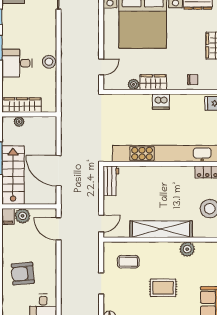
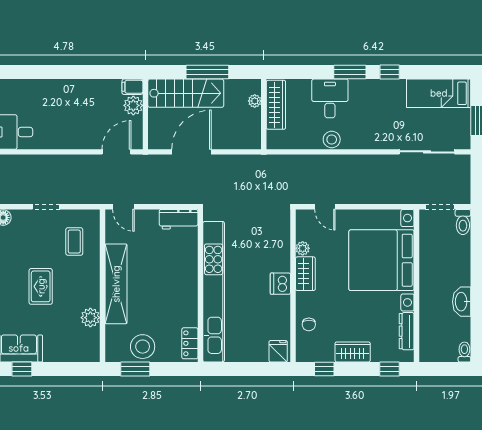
armchair: (23, 274) -> (59, 106), removed

